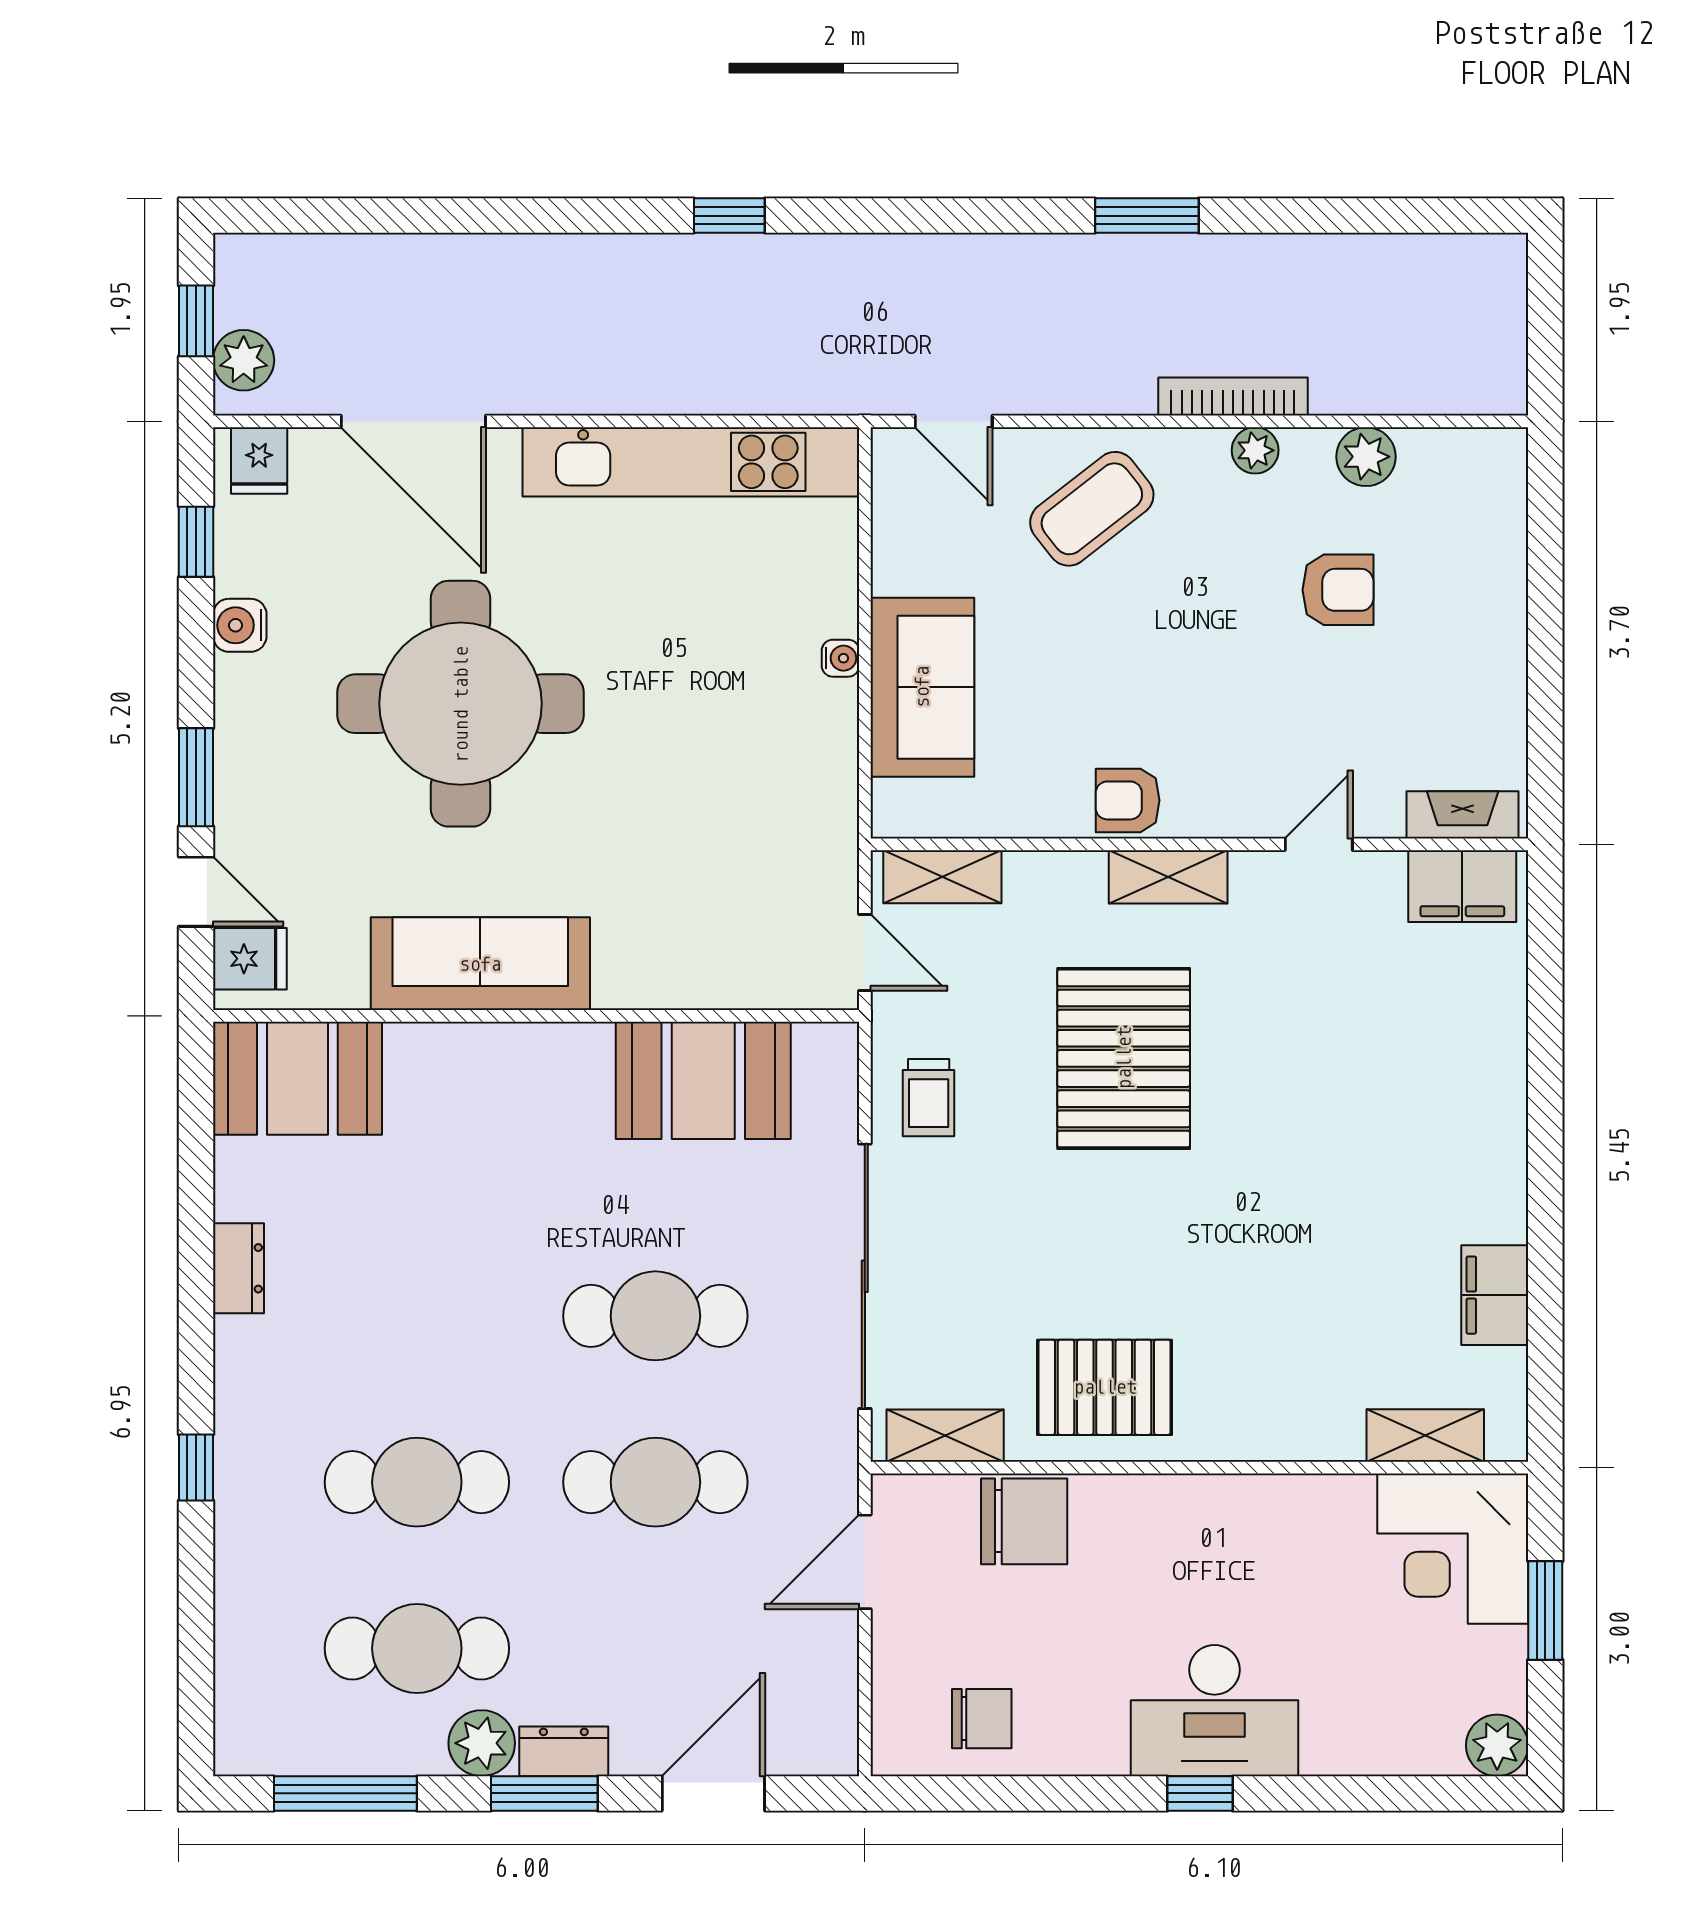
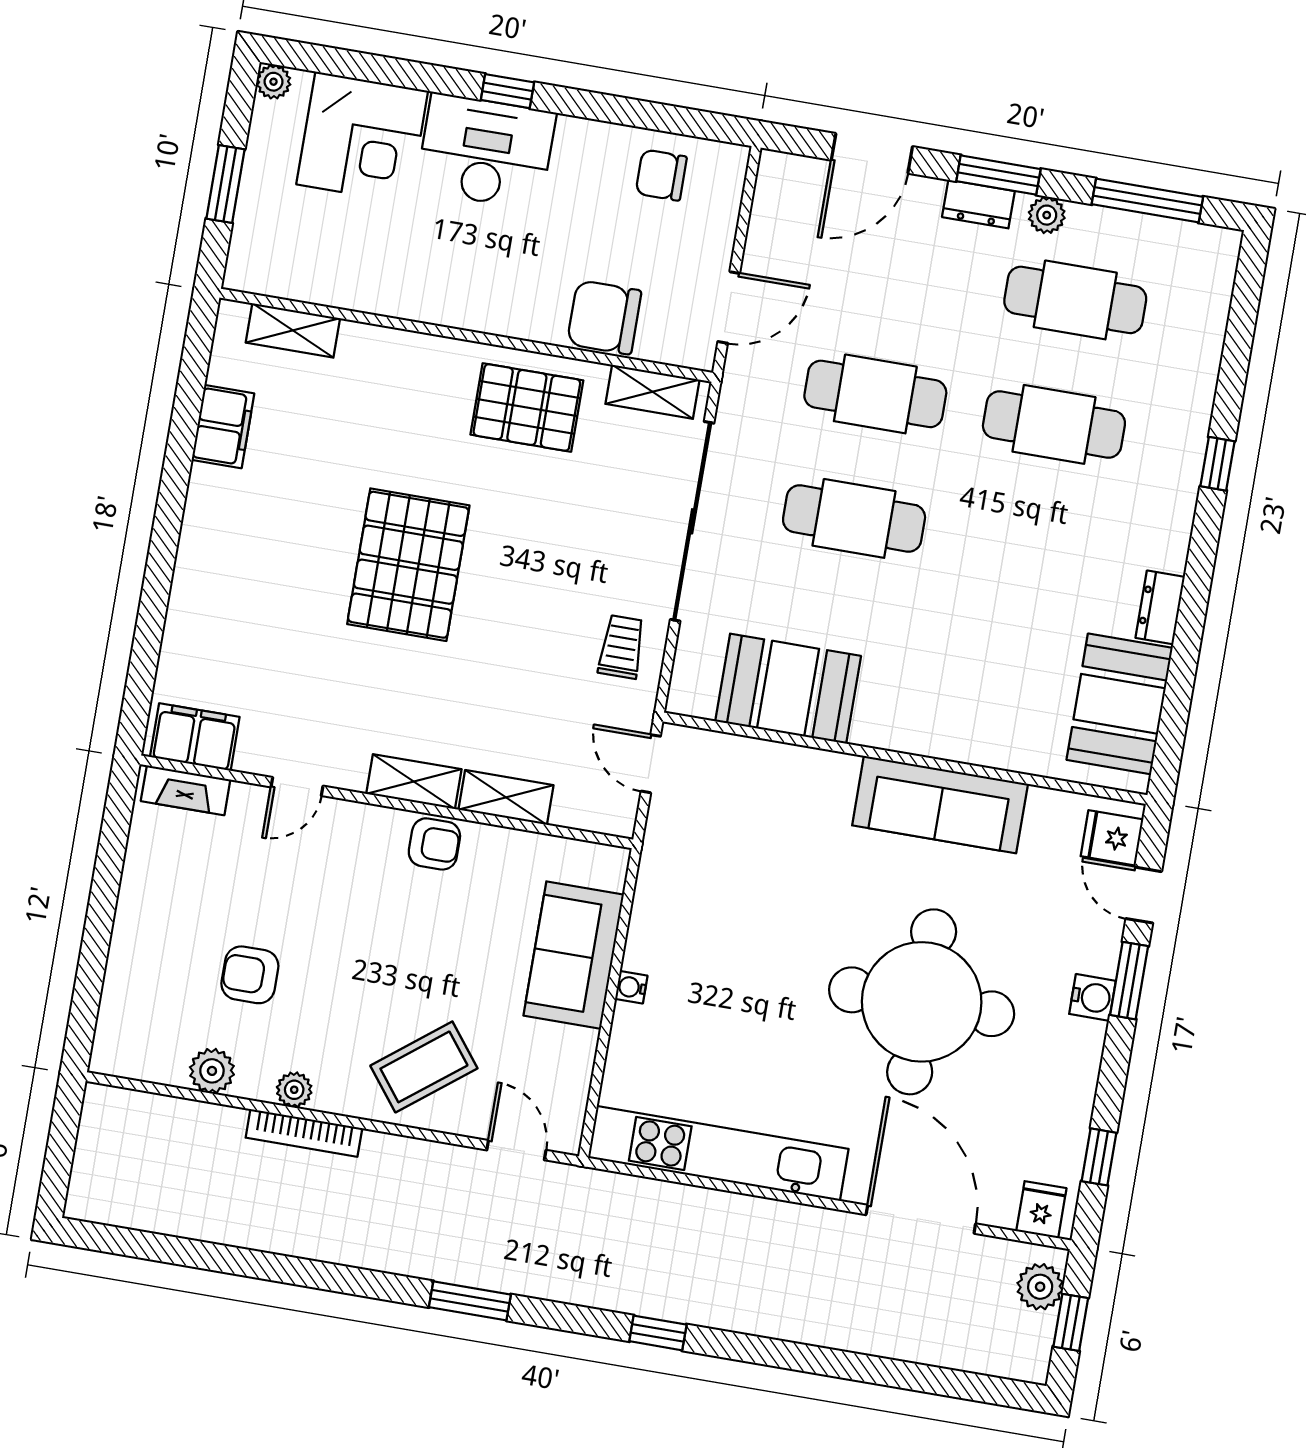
window: (1147, 216) -> (470, 1301), moved
water cooler: (240, 625) -> (1092, 997), moved
shelving: (942, 877) -> (506, 797), moved
pallet: (1124, 1058) -> (408, 565), moved
booth: (297, 1078) -> (1120, 704), moved, turned 90
corner desk: (1453, 1549) -> (362, 138), moved, turned 90
plant: (482, 1743) -> (1047, 215), width x0.73, depth x0.73
plant: (1497, 1745) -> (274, 82), width x0.73, depth x0.73

